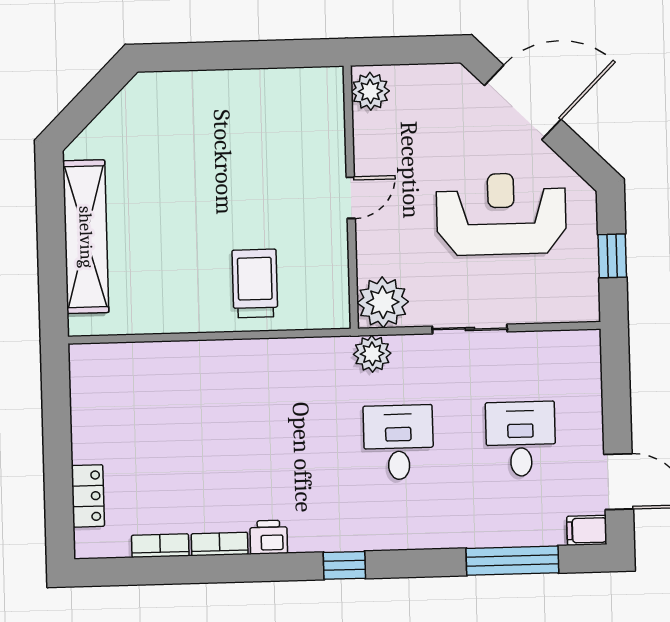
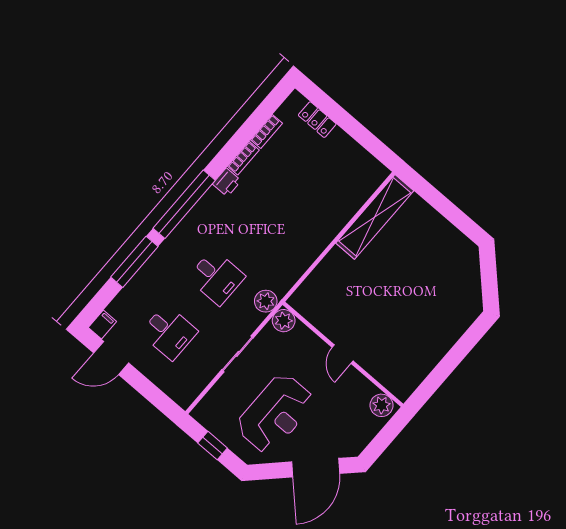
shelving: (86, 237) -> (375, 217), moved, turned 90
trolley: (255, 283) -> (343, 278), removed
plant: (383, 302) -> (284, 321), width x0.73, depth x0.73
window: (512, 561) -> (134, 262), moved
window: (344, 565) -> (184, 204), width x3.17

